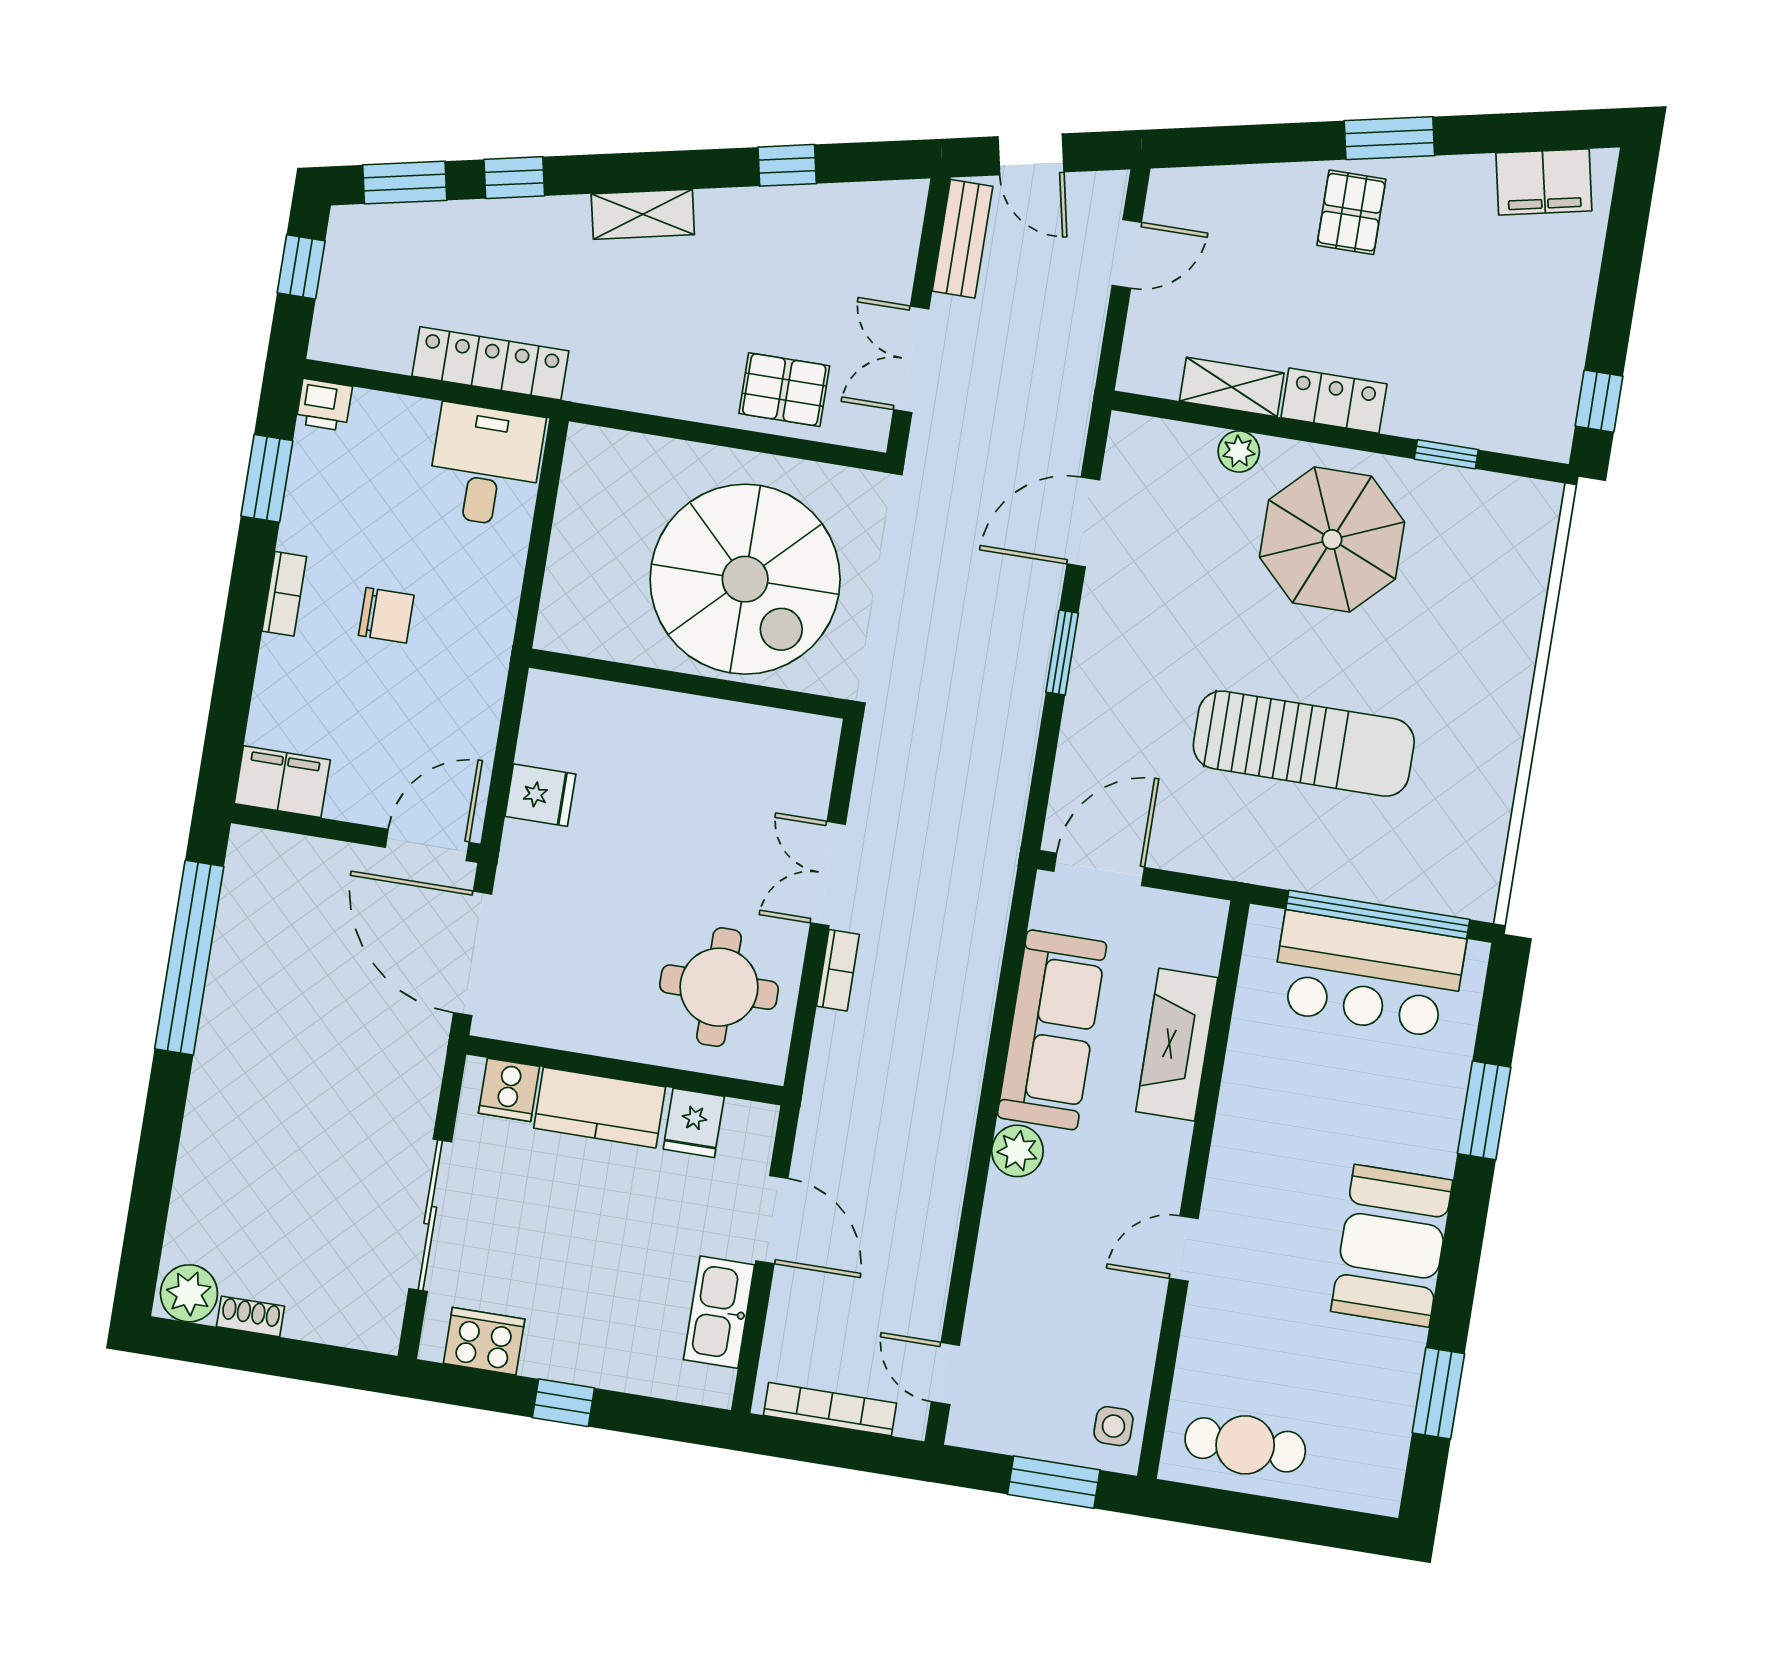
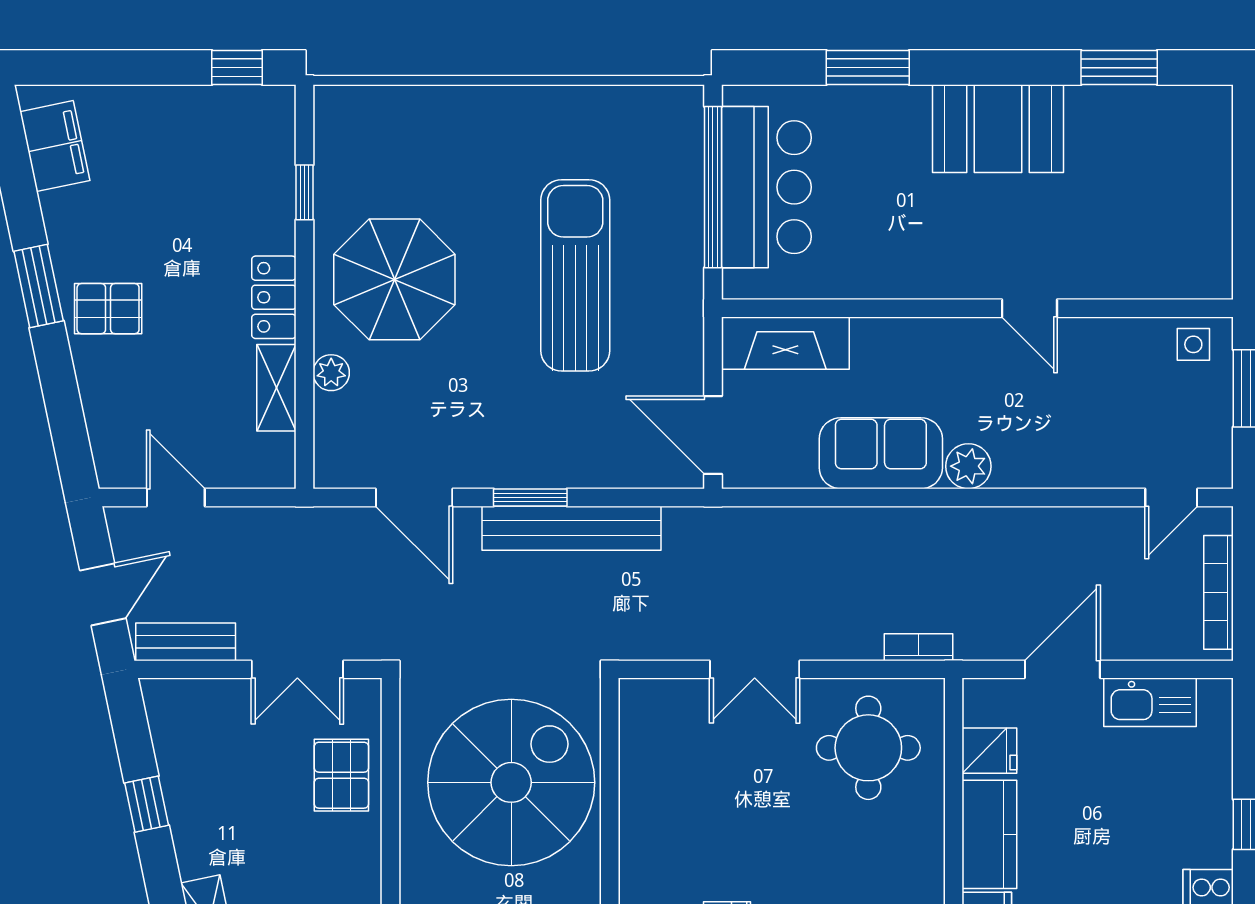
bench: (1020, 693) -> (571, 528), added
bookcase: (838, 970) -> (918, 647), moved
sofa: (1052, 1030) -> (881, 453), width x0.73
fireplace: (1177, 1045) -> (785, 343), moved
cafe table: (1245, 1445) -> (1191, 228), removed

